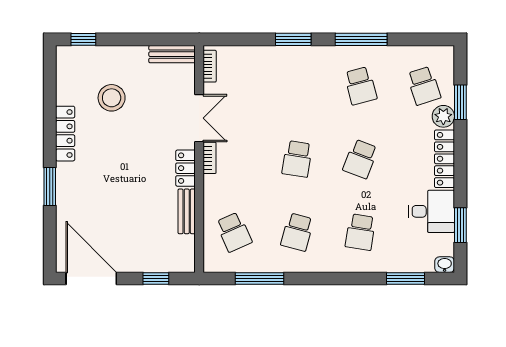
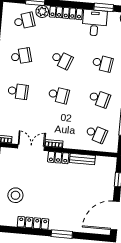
school desk: (297, 86) -> (18, 91), added
school desk: (234, 232) -> (96, 134), turned 42

